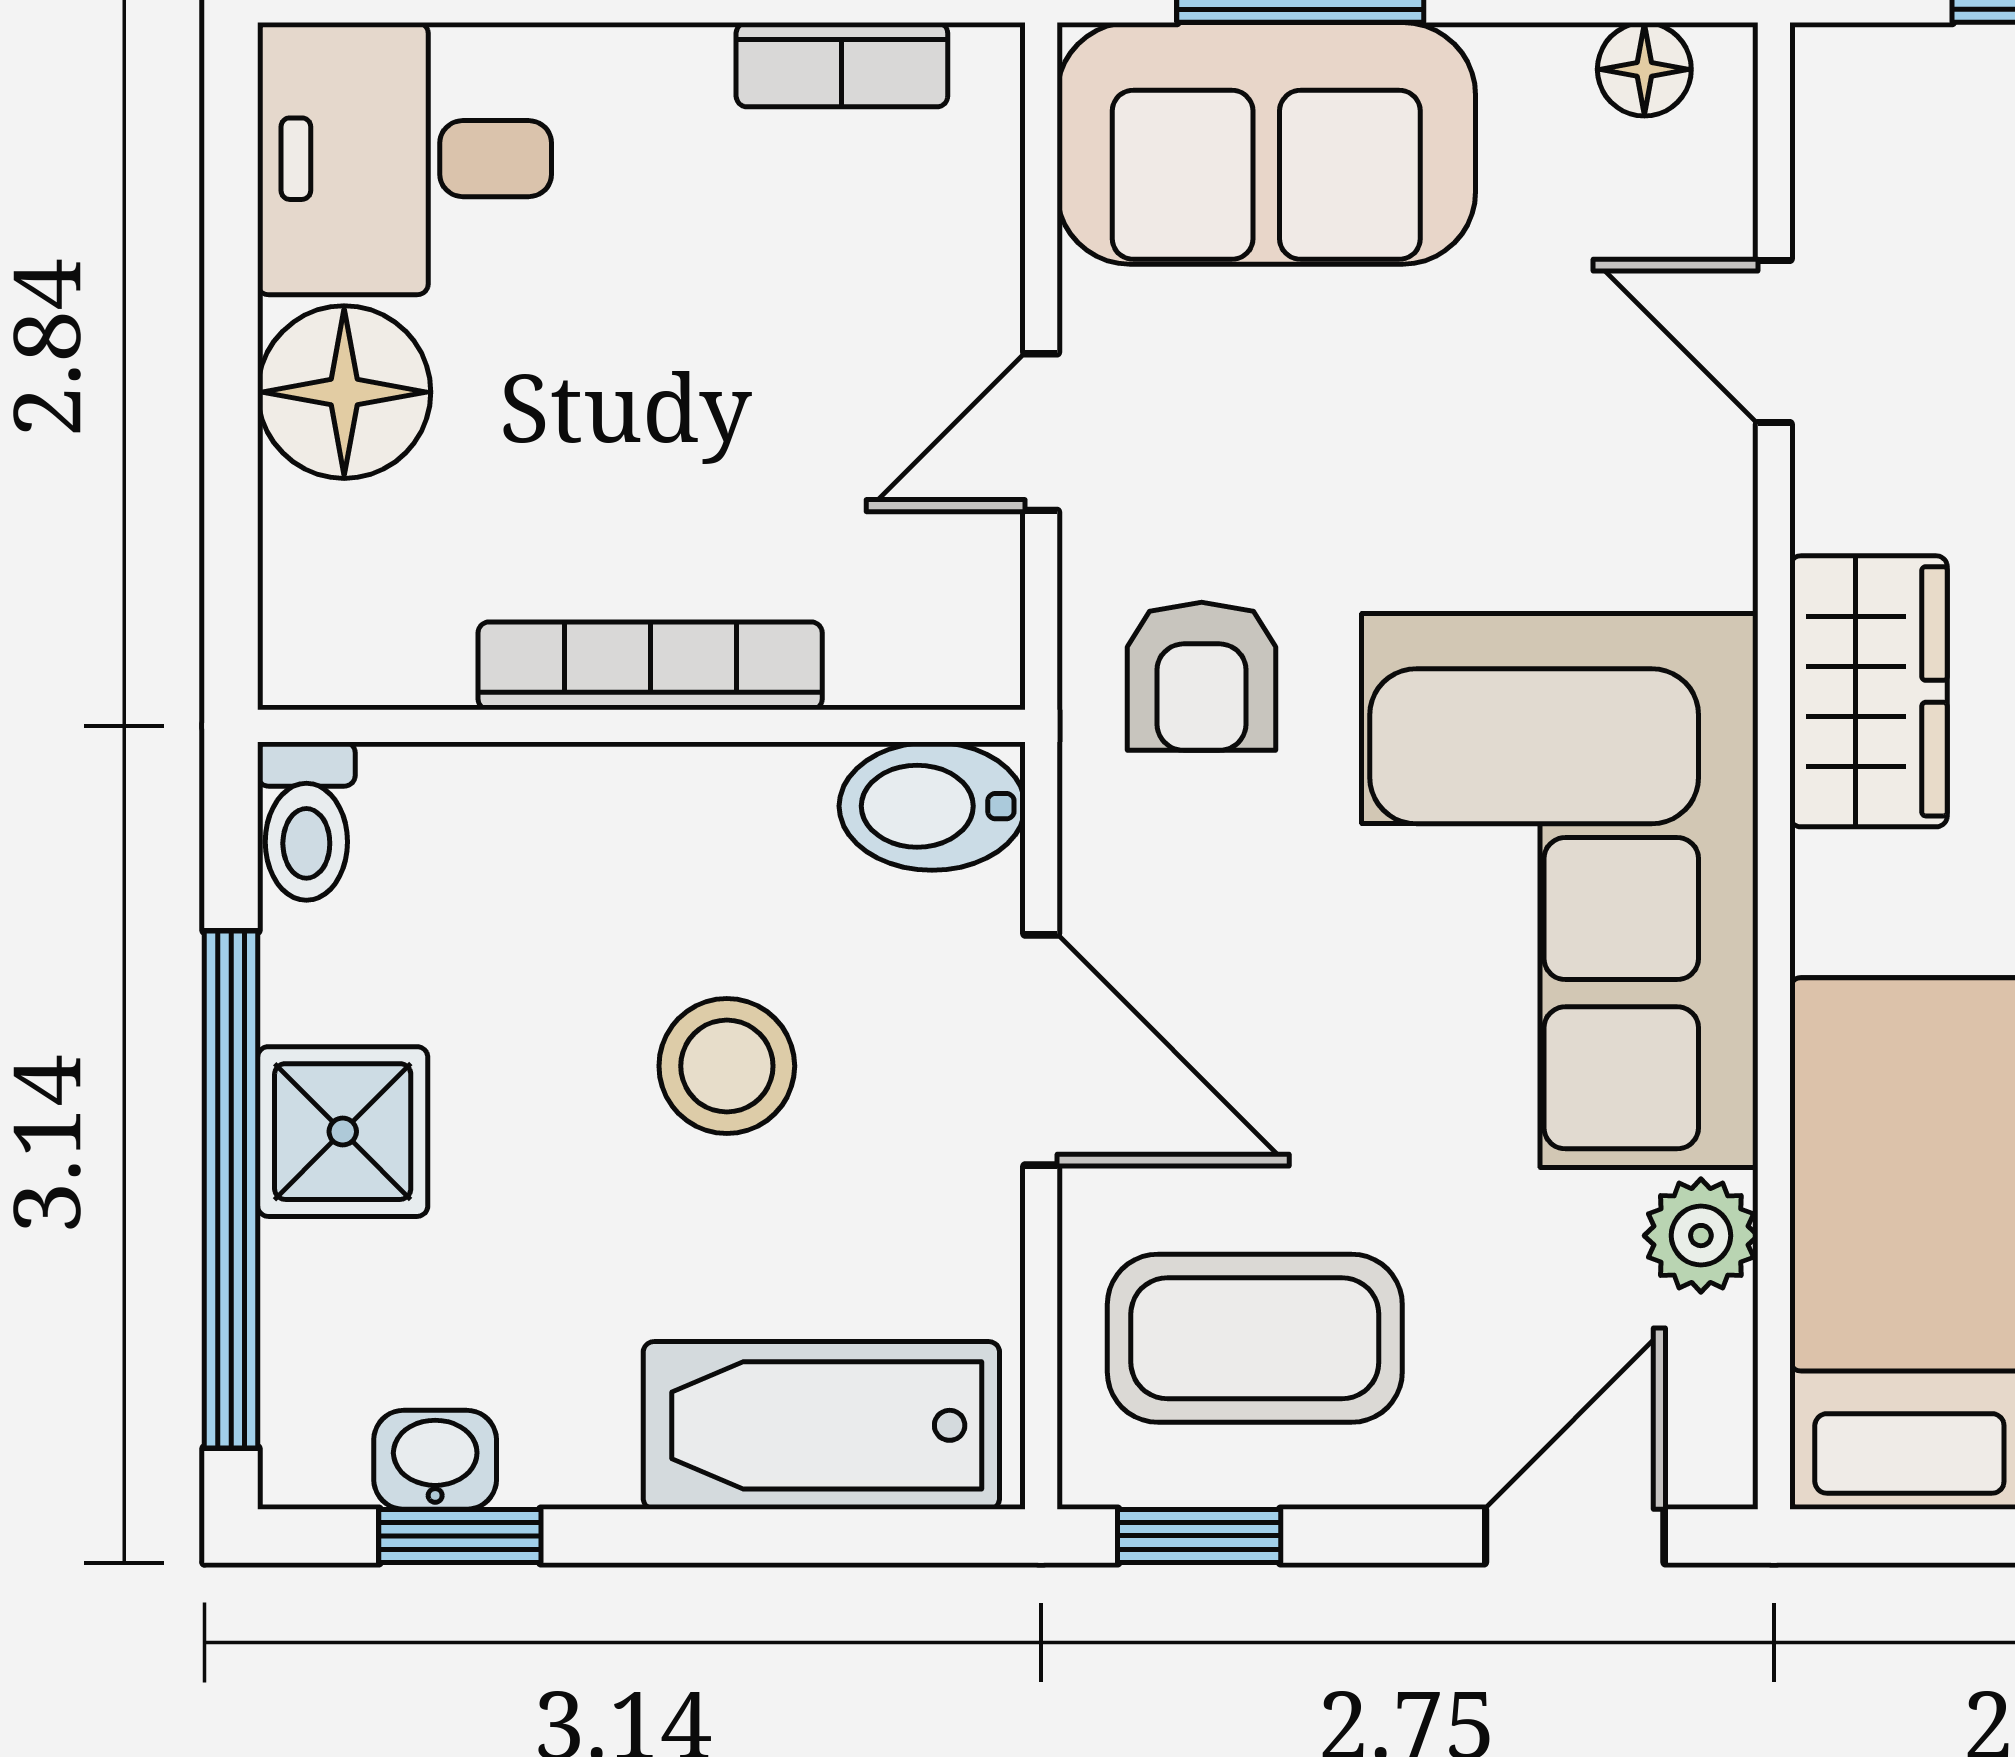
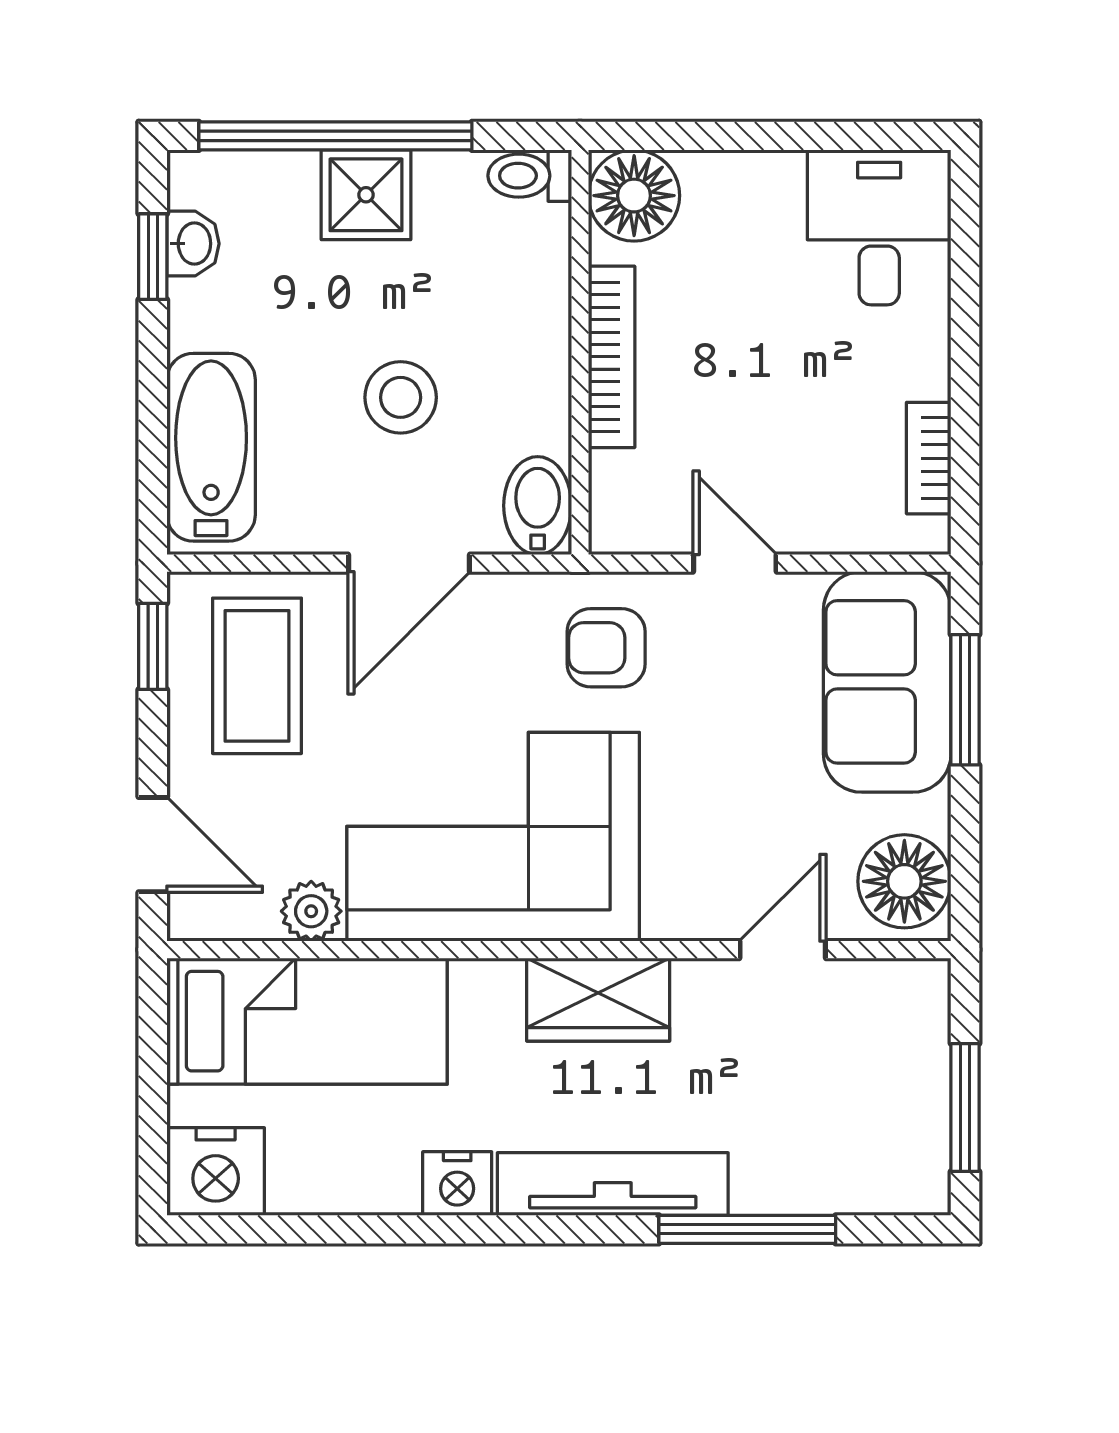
floor lamp: (1644, 69) -> (904, 881), width x1.89, depth x1.89
floor lamp: (344, 392) -> (634, 196), moved

